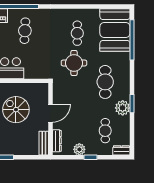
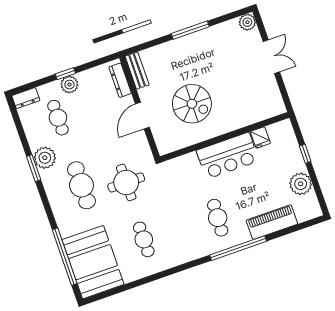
round table: (74, 63) -> (126, 182), moved
plant: (79, 149) -> (69, 85), moved

